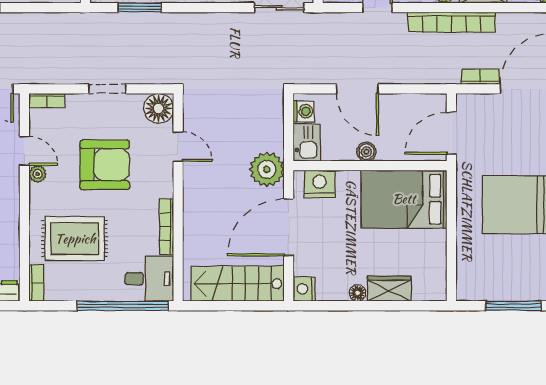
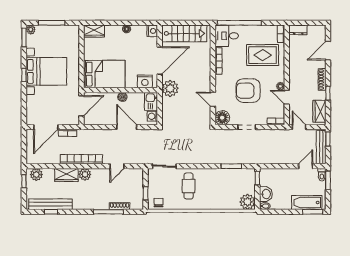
wardrobe: (389, 289) -> (94, 31), moved

